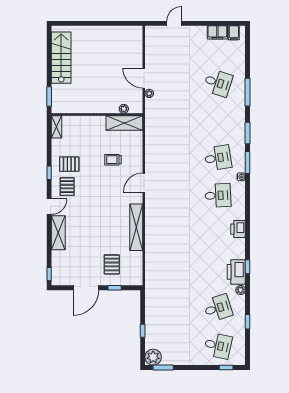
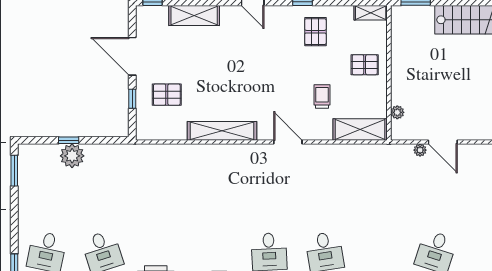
door: (144, 78) -> (443, 142), swing flipped
shelving: (124, 123) -> (360, 130), moved, turned 90
pallet: (67, 187) -> (365, 65), moved
shelving: (58, 233) -> (194, 15), moved
plant: (153, 357) -> (72, 156), moved

